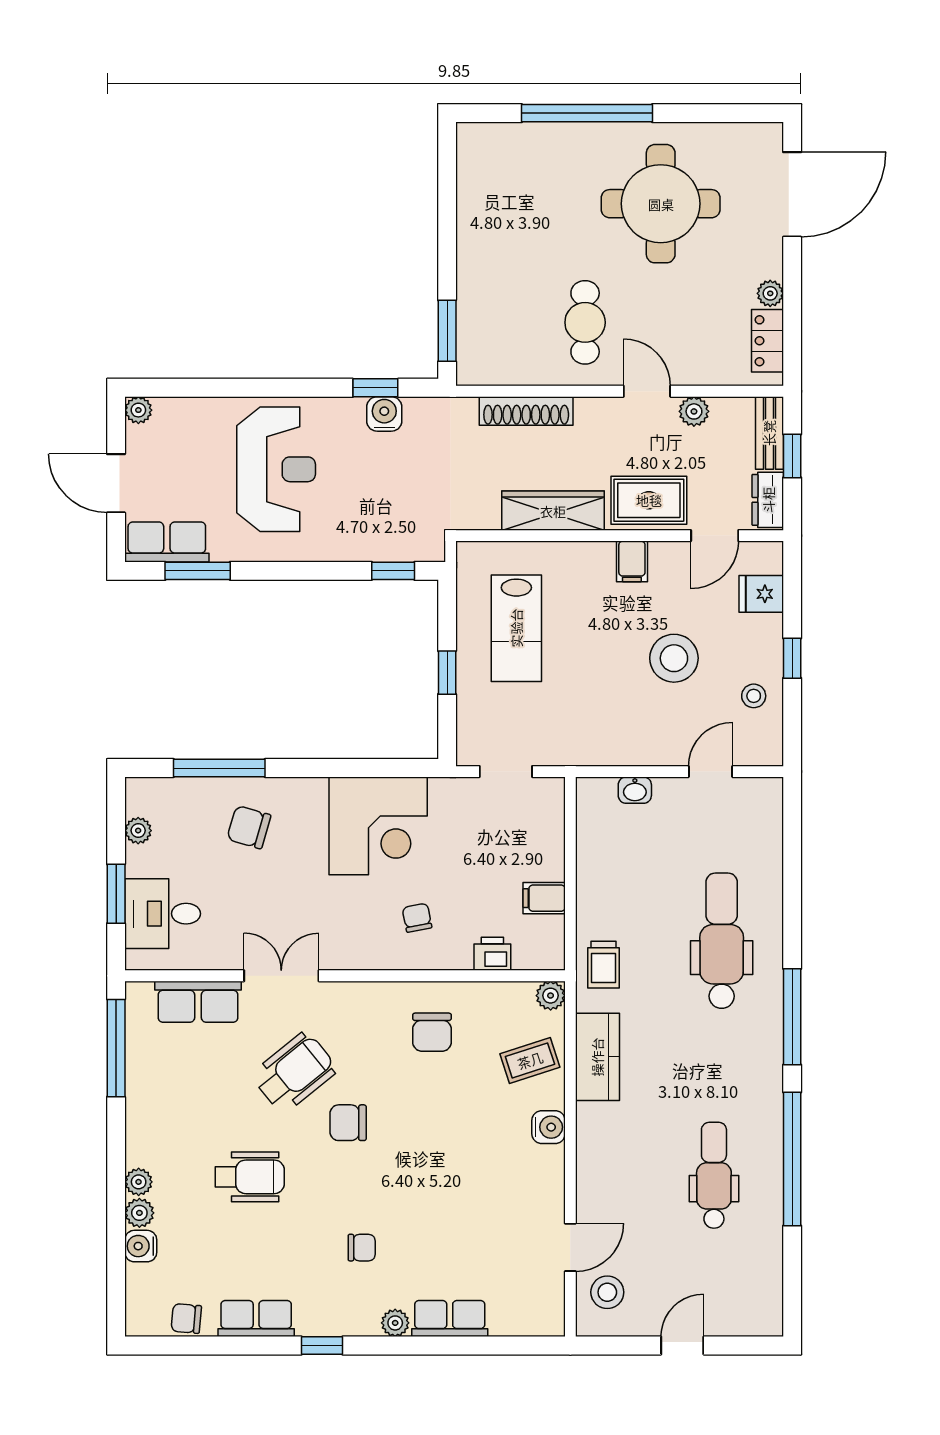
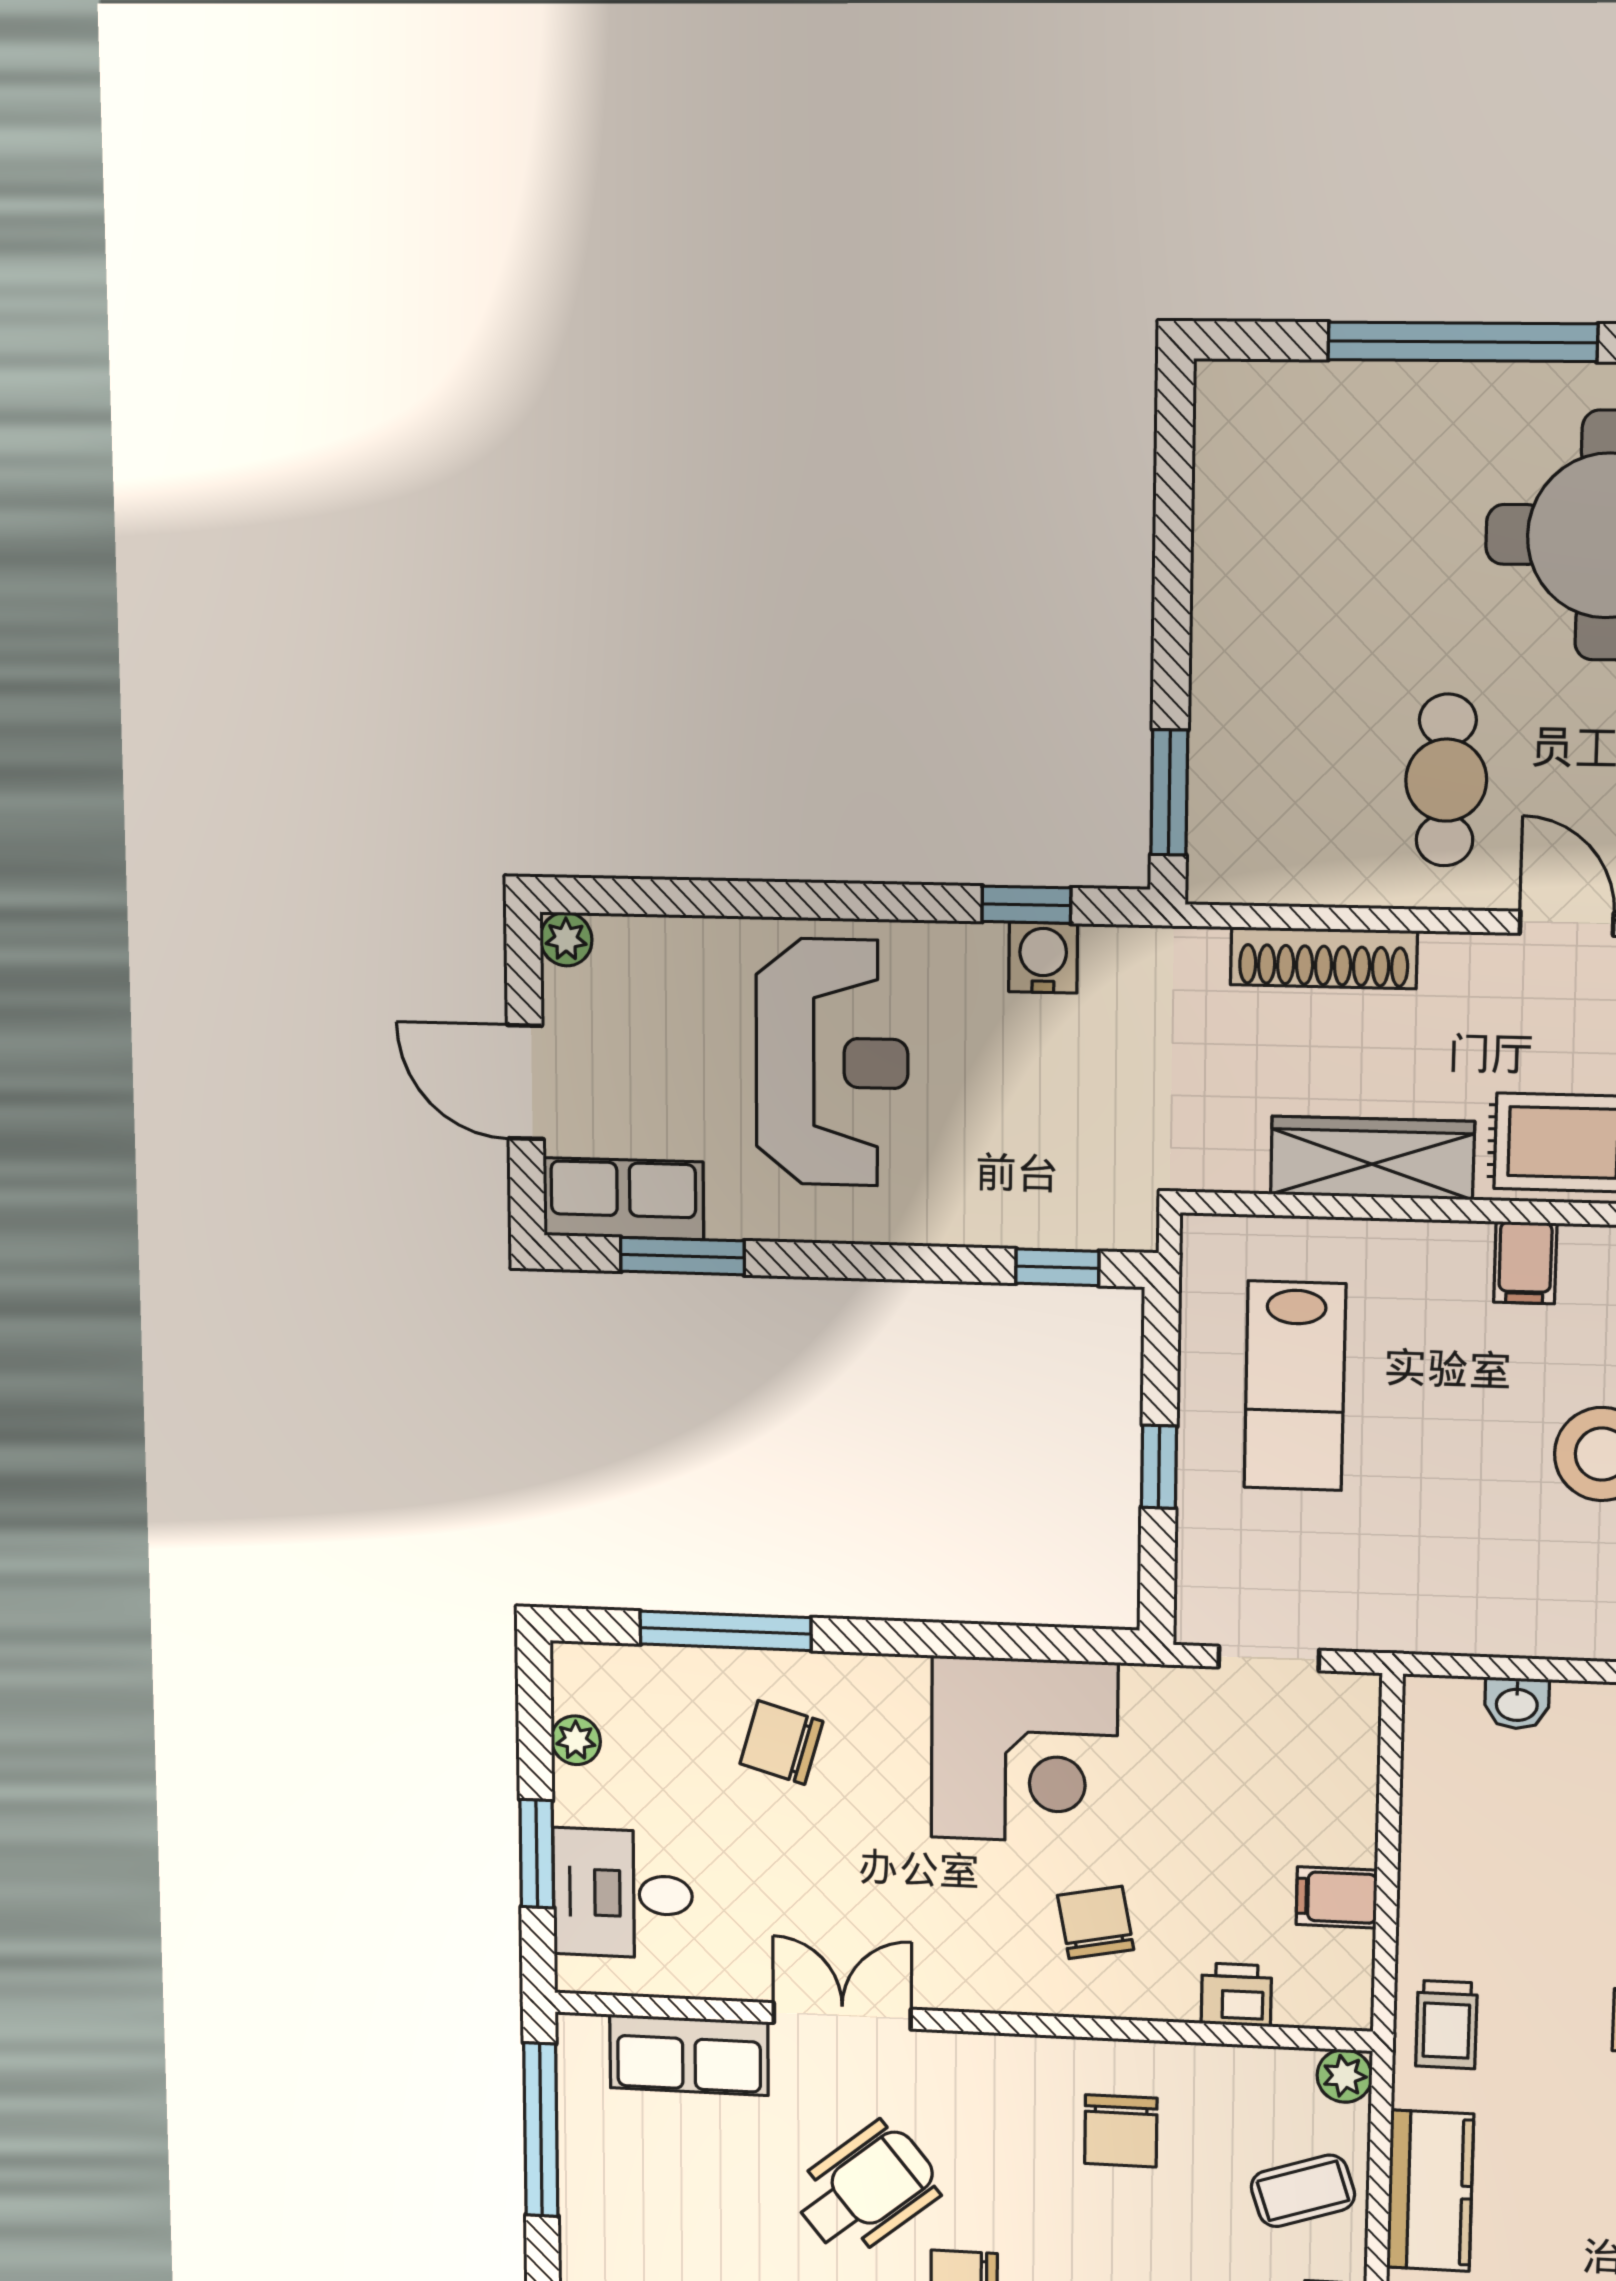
chair: (417, 918) -> (1096, 1922), width x1.37, depth x1.37

